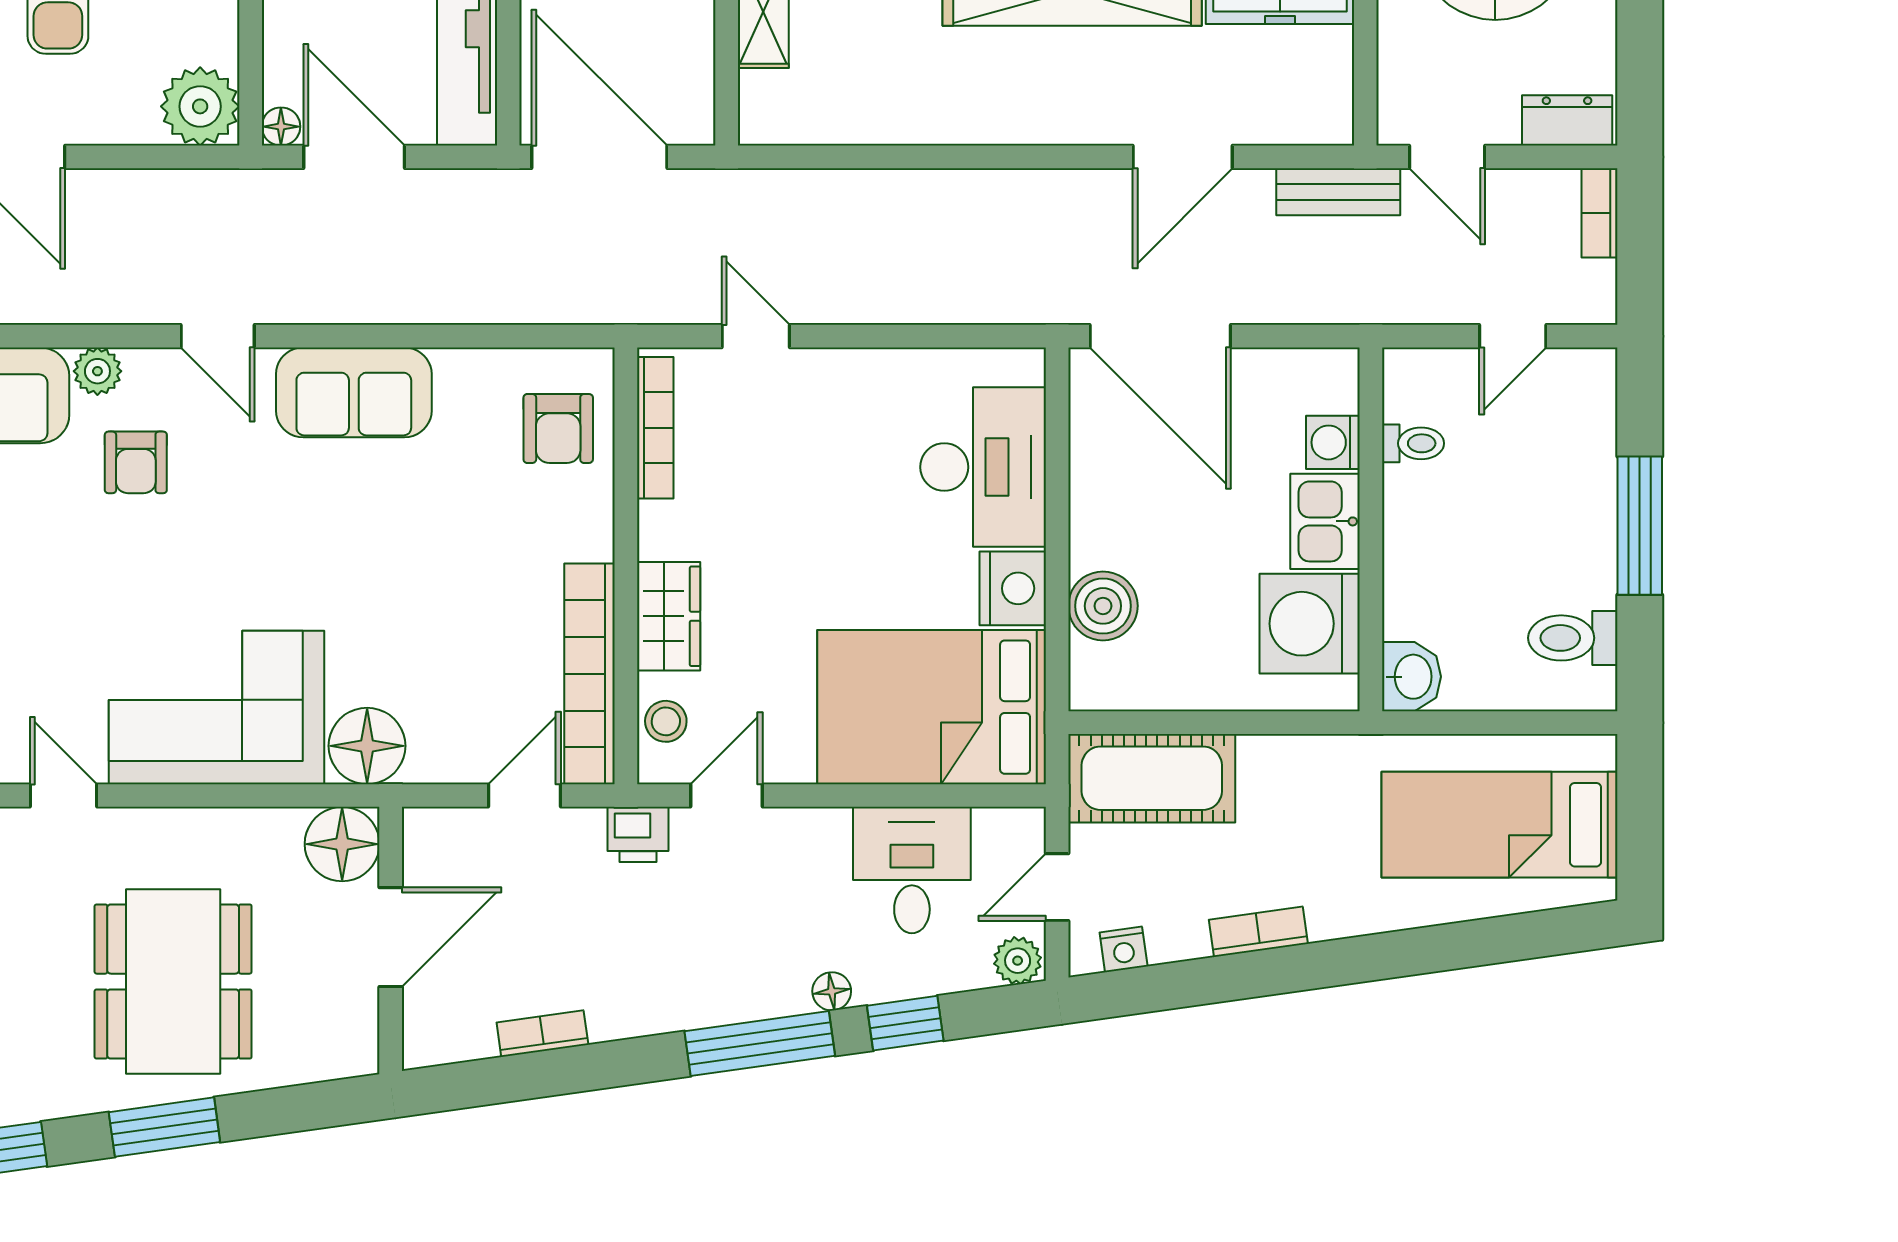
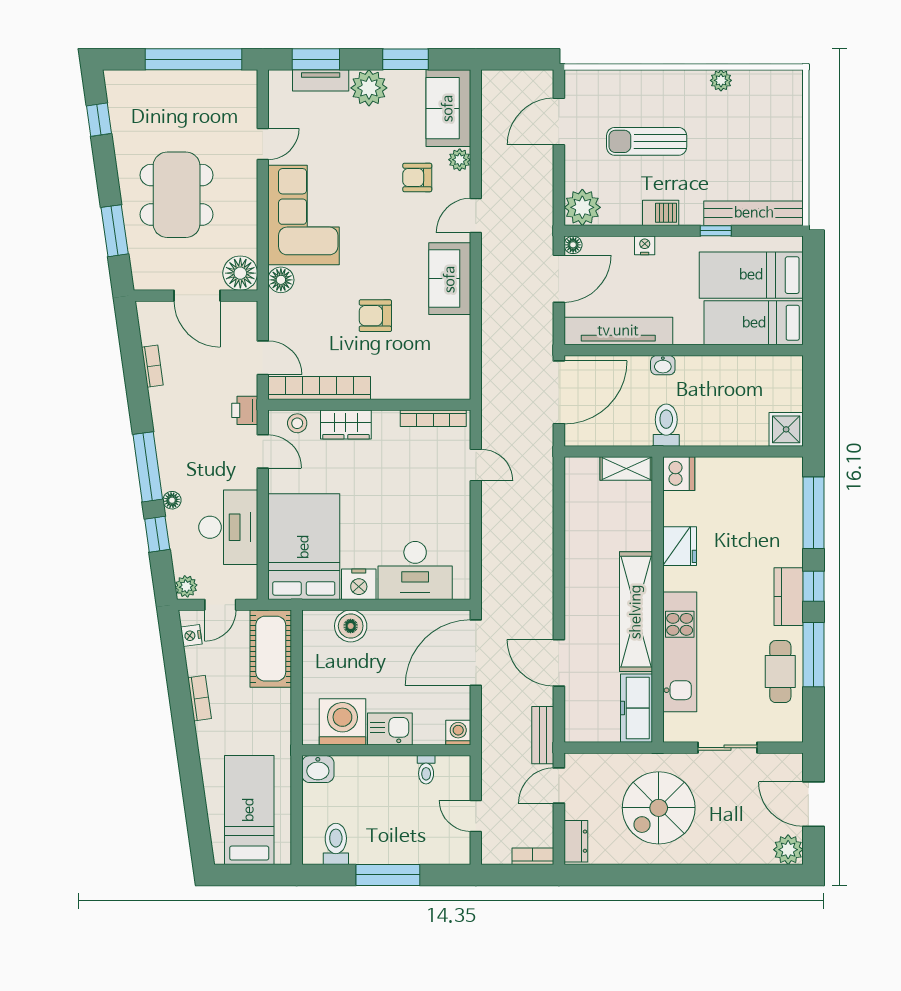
door: (756, 336) -> (476, 465), hinge flipped
armchair: (558, 428) -> (375, 316), moved
washing machine: (1333, 442) -> (458, 733), moved
floor lamp: (367, 746) -> (281, 280), width x0.73, depth x0.73
desk: (912, 870) -> (228, 527), width x1.37
door: (1057, 887) -> (220, 605), swing flipped
dining table: (173, 982) -> (177, 195), turned 90
window: (164, 1127) -> (115, 231), moved

